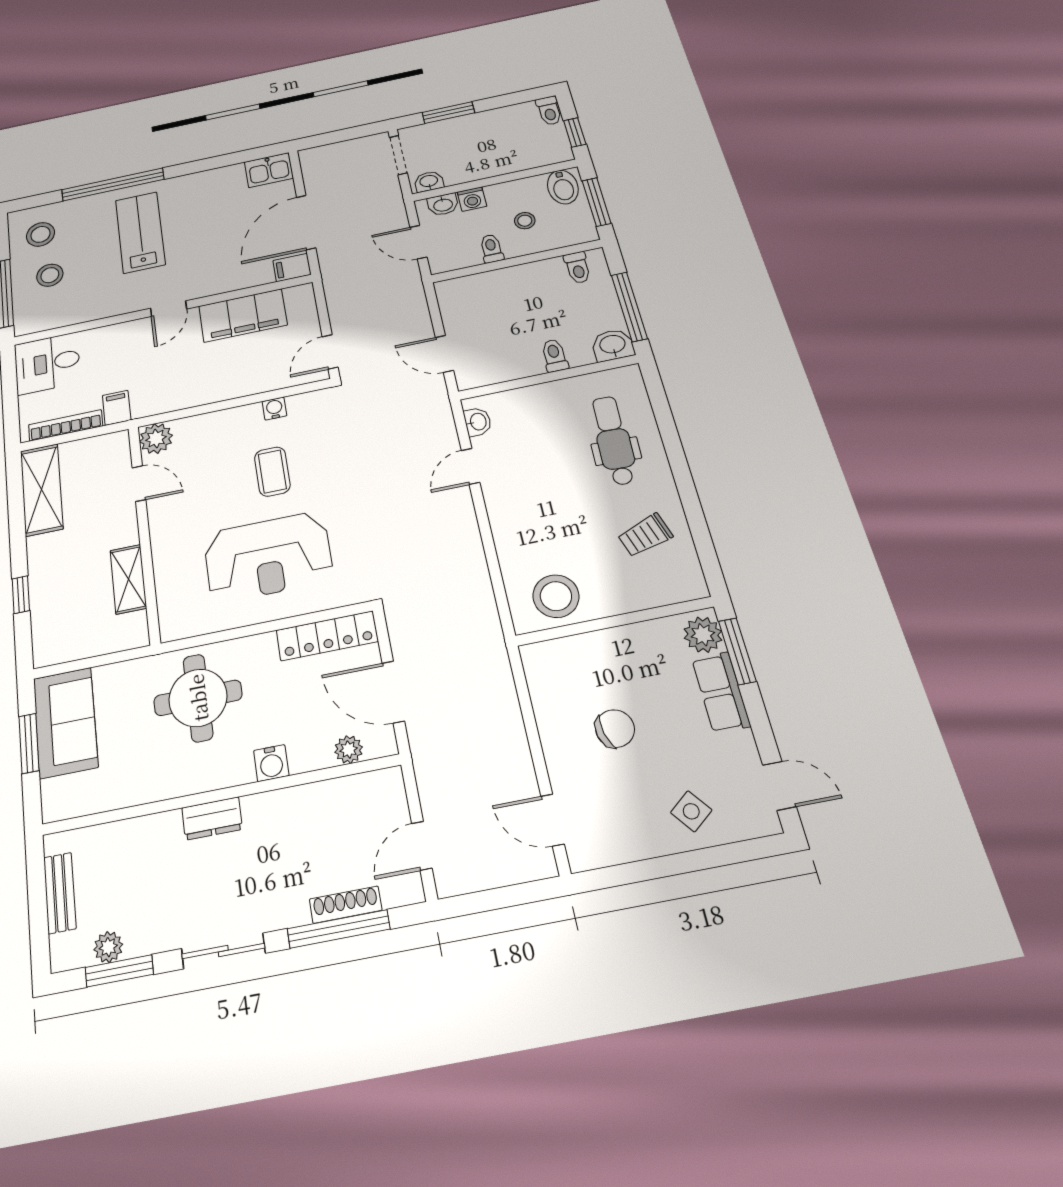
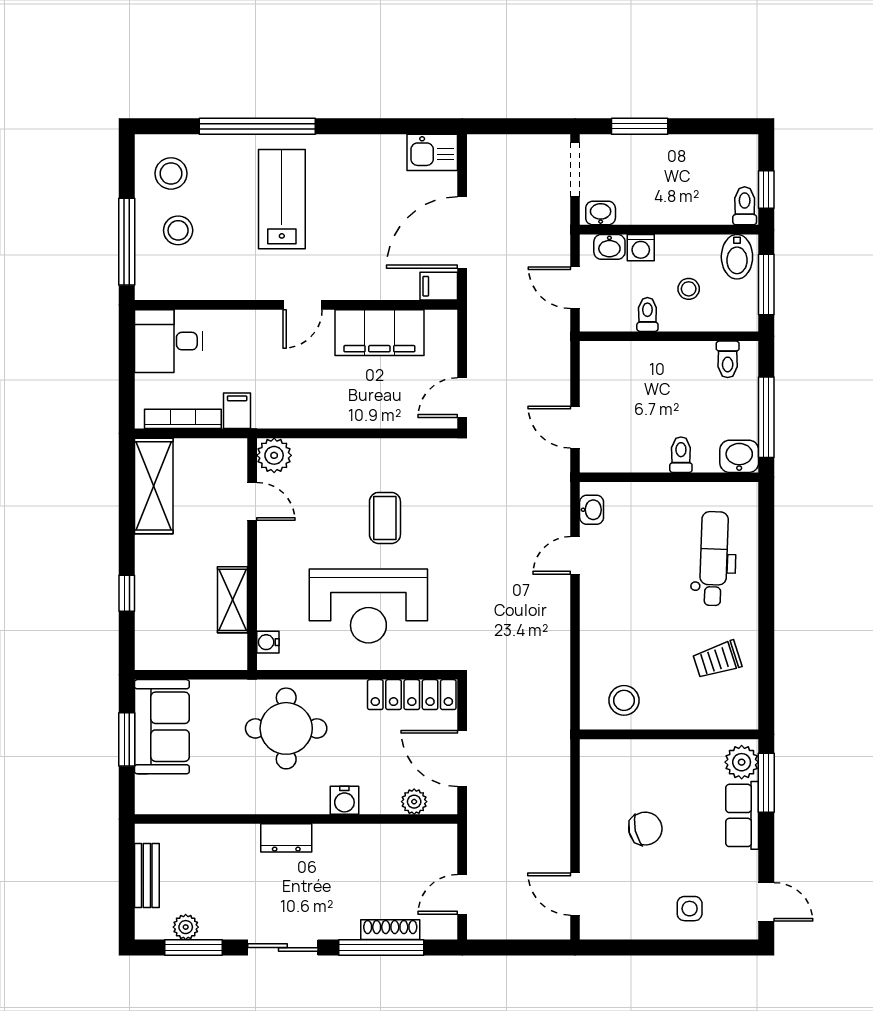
toilet: (549, 111) -> (745, 206), moved, turned 180
water cooler: (274, 409) -> (268, 642), moved, turned -90
stool: (556, 596) -> (624, 700), width x0.73, depth x0.73
side table: (691, 811) -> (690, 909), turned 38

